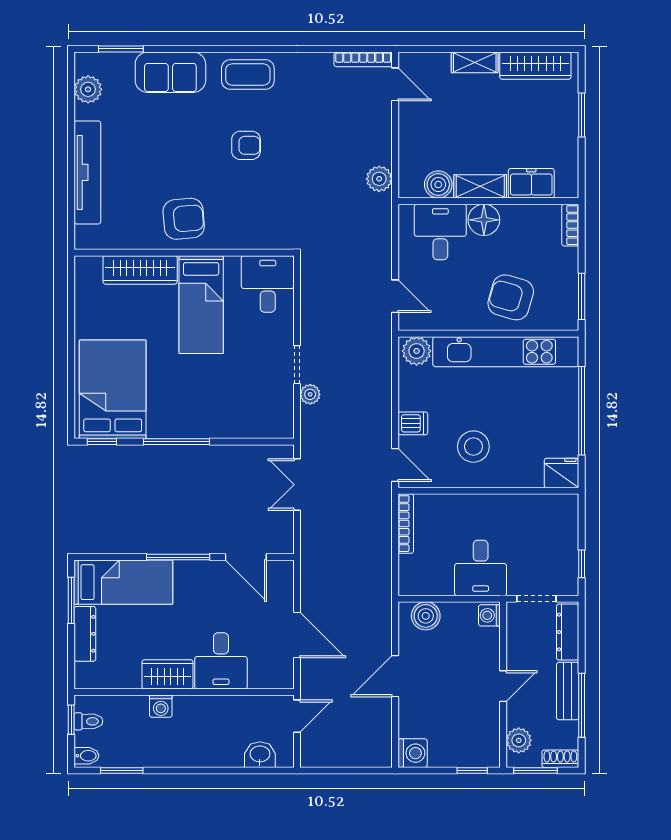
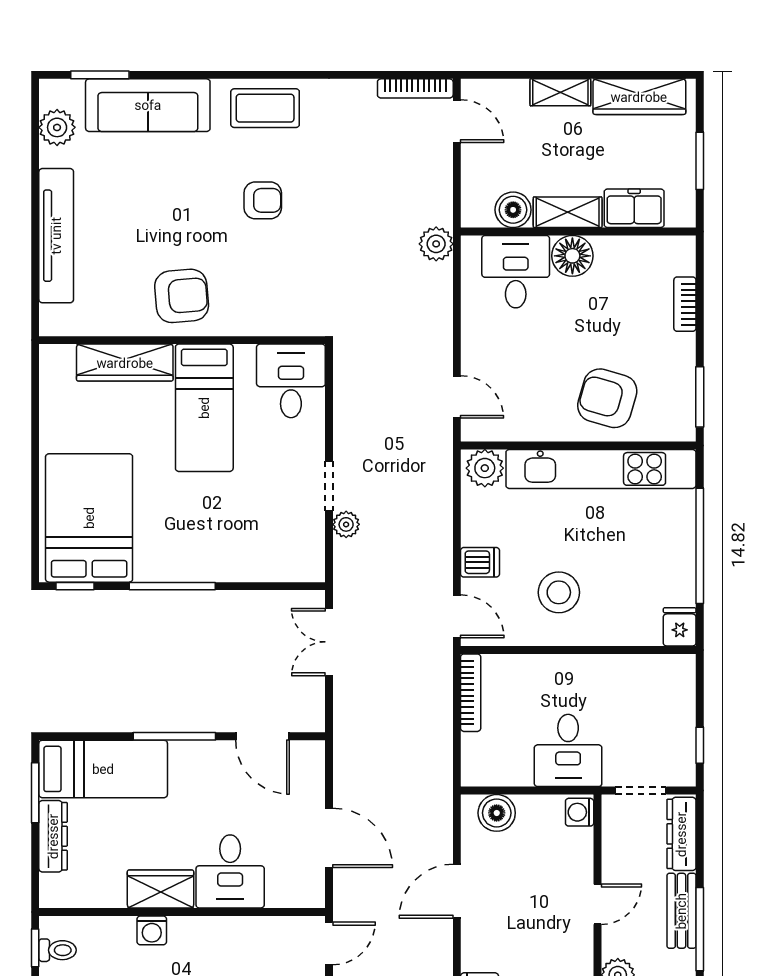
sofa: (170, 72) -> (148, 105), width x1.36
freezer: (531, 183) -> (634, 208), moved
boiler: (438, 184) -> (513, 210), moved
shelving: (480, 186) -> (568, 212), moved
wall: (488, 201) -> (578, 231), moved
floor lamp: (484, 220) -> (572, 256), moved
desk: (440, 232) -> (516, 272), moved
fridge: (561, 473) -> (680, 627), width x0.72

